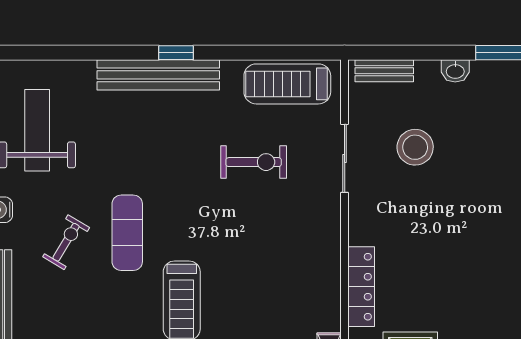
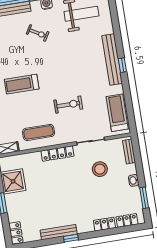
exercise bike: (254, 162) -> (68, 105), moved, turned -90
exercise mat: (127, 233) -> (39, 132), moved
locker: (361, 287) -> (57, 153), moved

